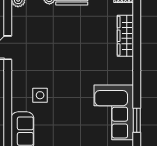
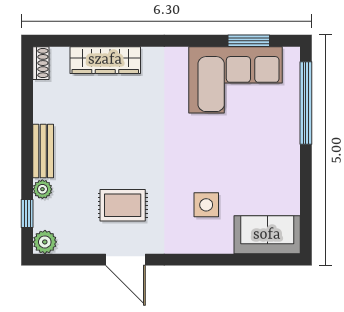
rug: (40, 46) -> (123, 205), added

